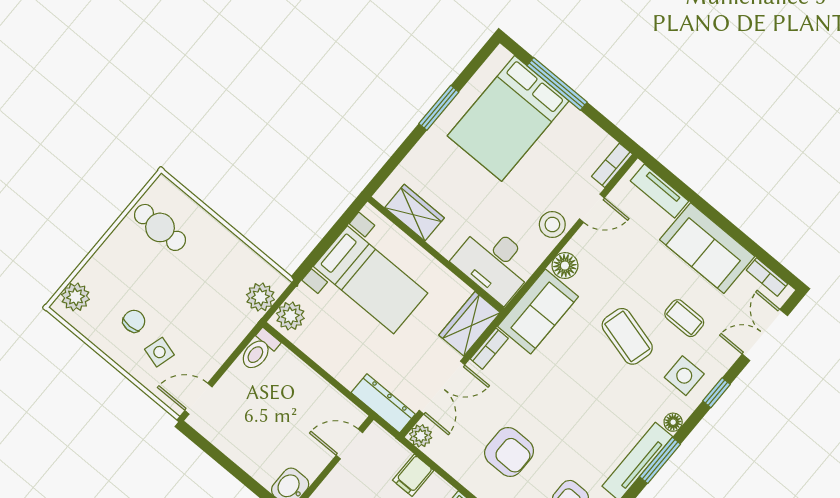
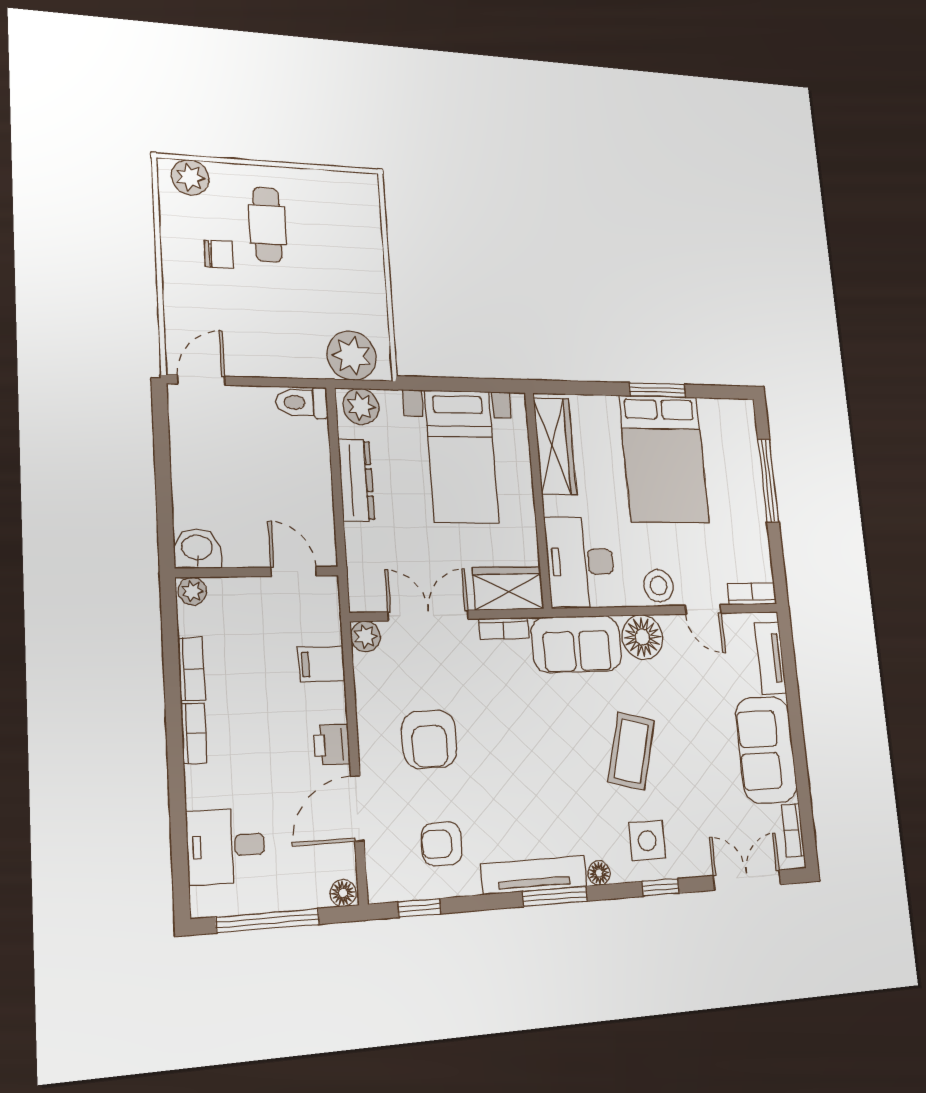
bed: (508, 118) -> (664, 459), moved, turned -90
wardrobe: (415, 213) -> (555, 446), width x1.50
cafe table: (160, 227) -> (267, 225), moved
floor lamp: (565, 266) -> (643, 637), width x1.38, depth x1.38
plant: (260, 297) -> (352, 356), width x1.36, depth x1.36
coffee table: (684, 318) -> (693, 789), removed
side table: (159, 352) -> (212, 304), removed
double door: (442, 388) -> (428, 615), swing flipped
door: (198, 399) -> (201, 380), hinge flipped
dresser: (383, 403) -> (356, 480), moved

